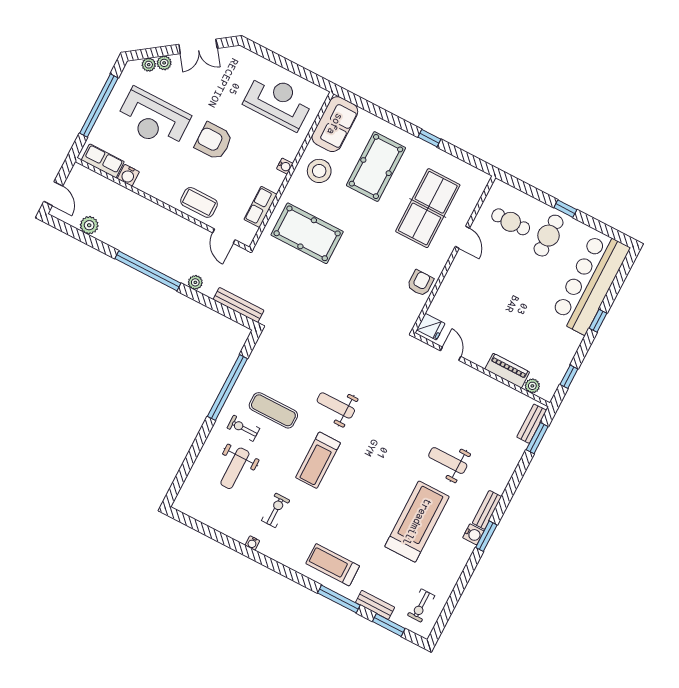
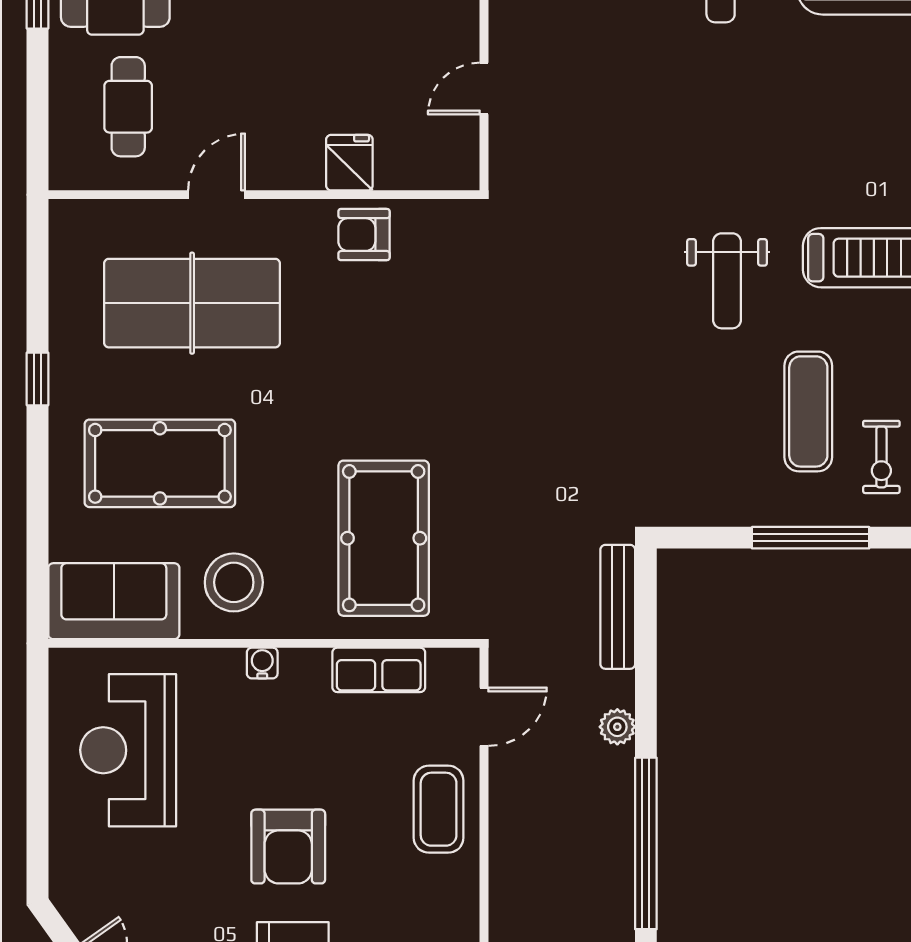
fridge: (431, 327) -> (349, 163), moved
window: (227, 388) -> (811, 538), width x0.68

